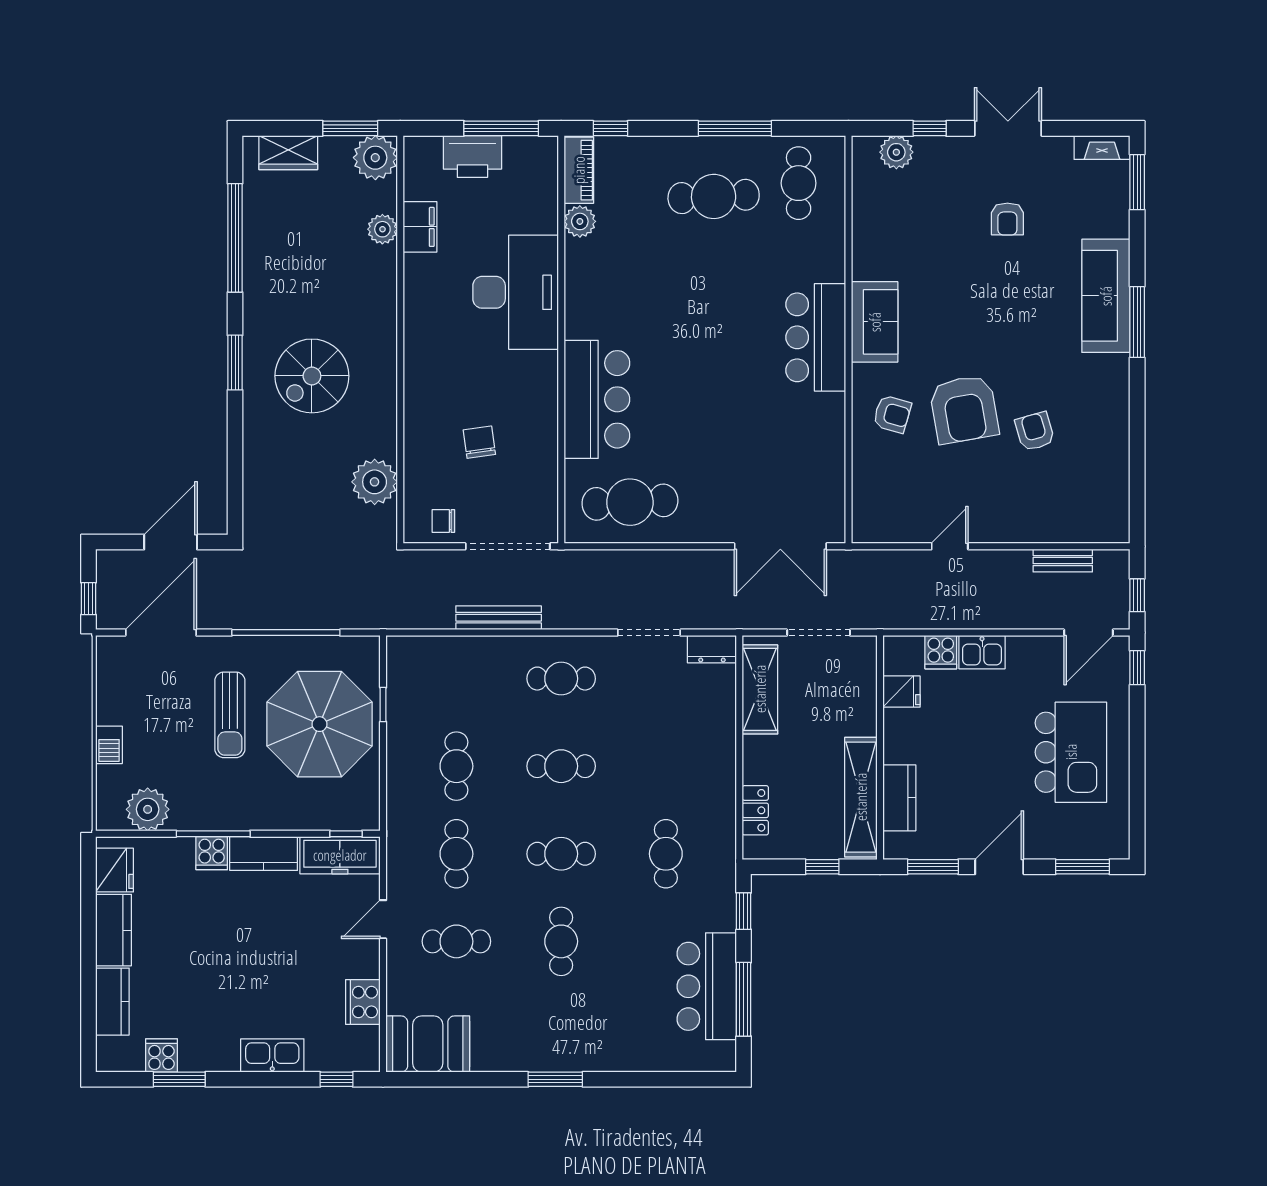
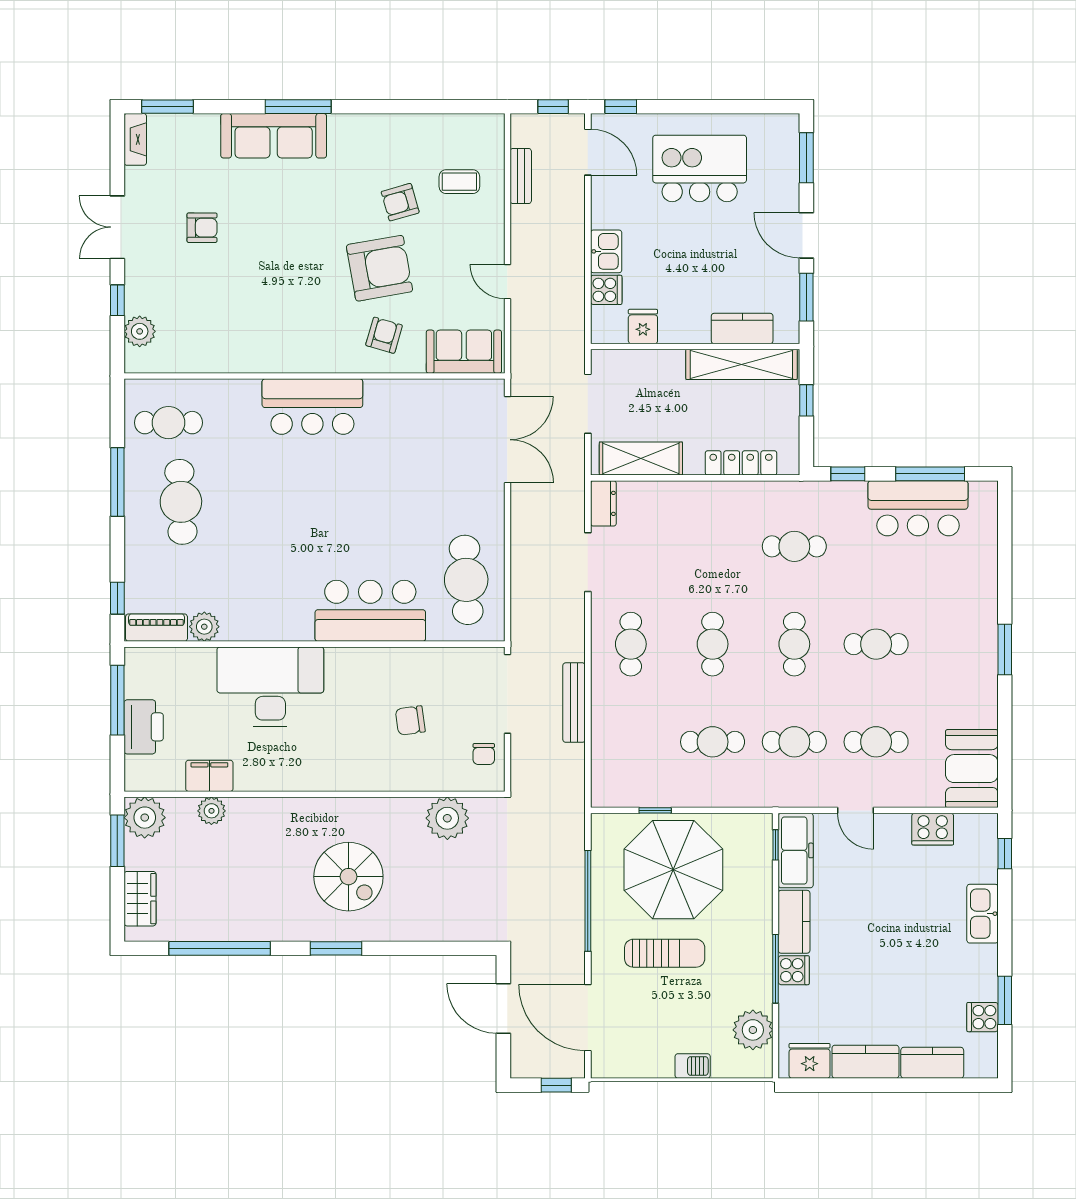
sofa: (875, 322) -> (464, 352), moved
coffee table: (1057, 495) -> (459, 182), added
locker: (755, 810) -> (741, 463), width x1.53
cafe table: (456, 941) -> (876, 742), turned 90

